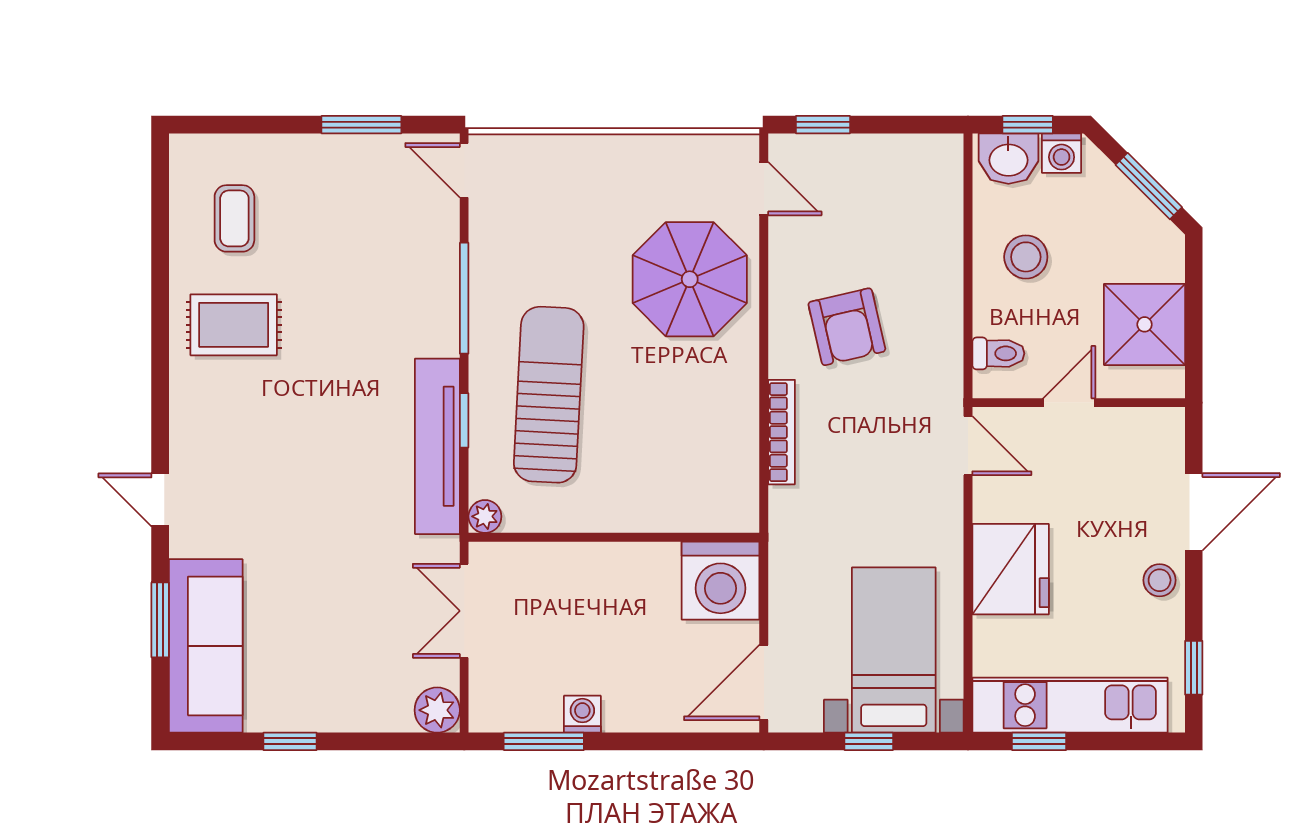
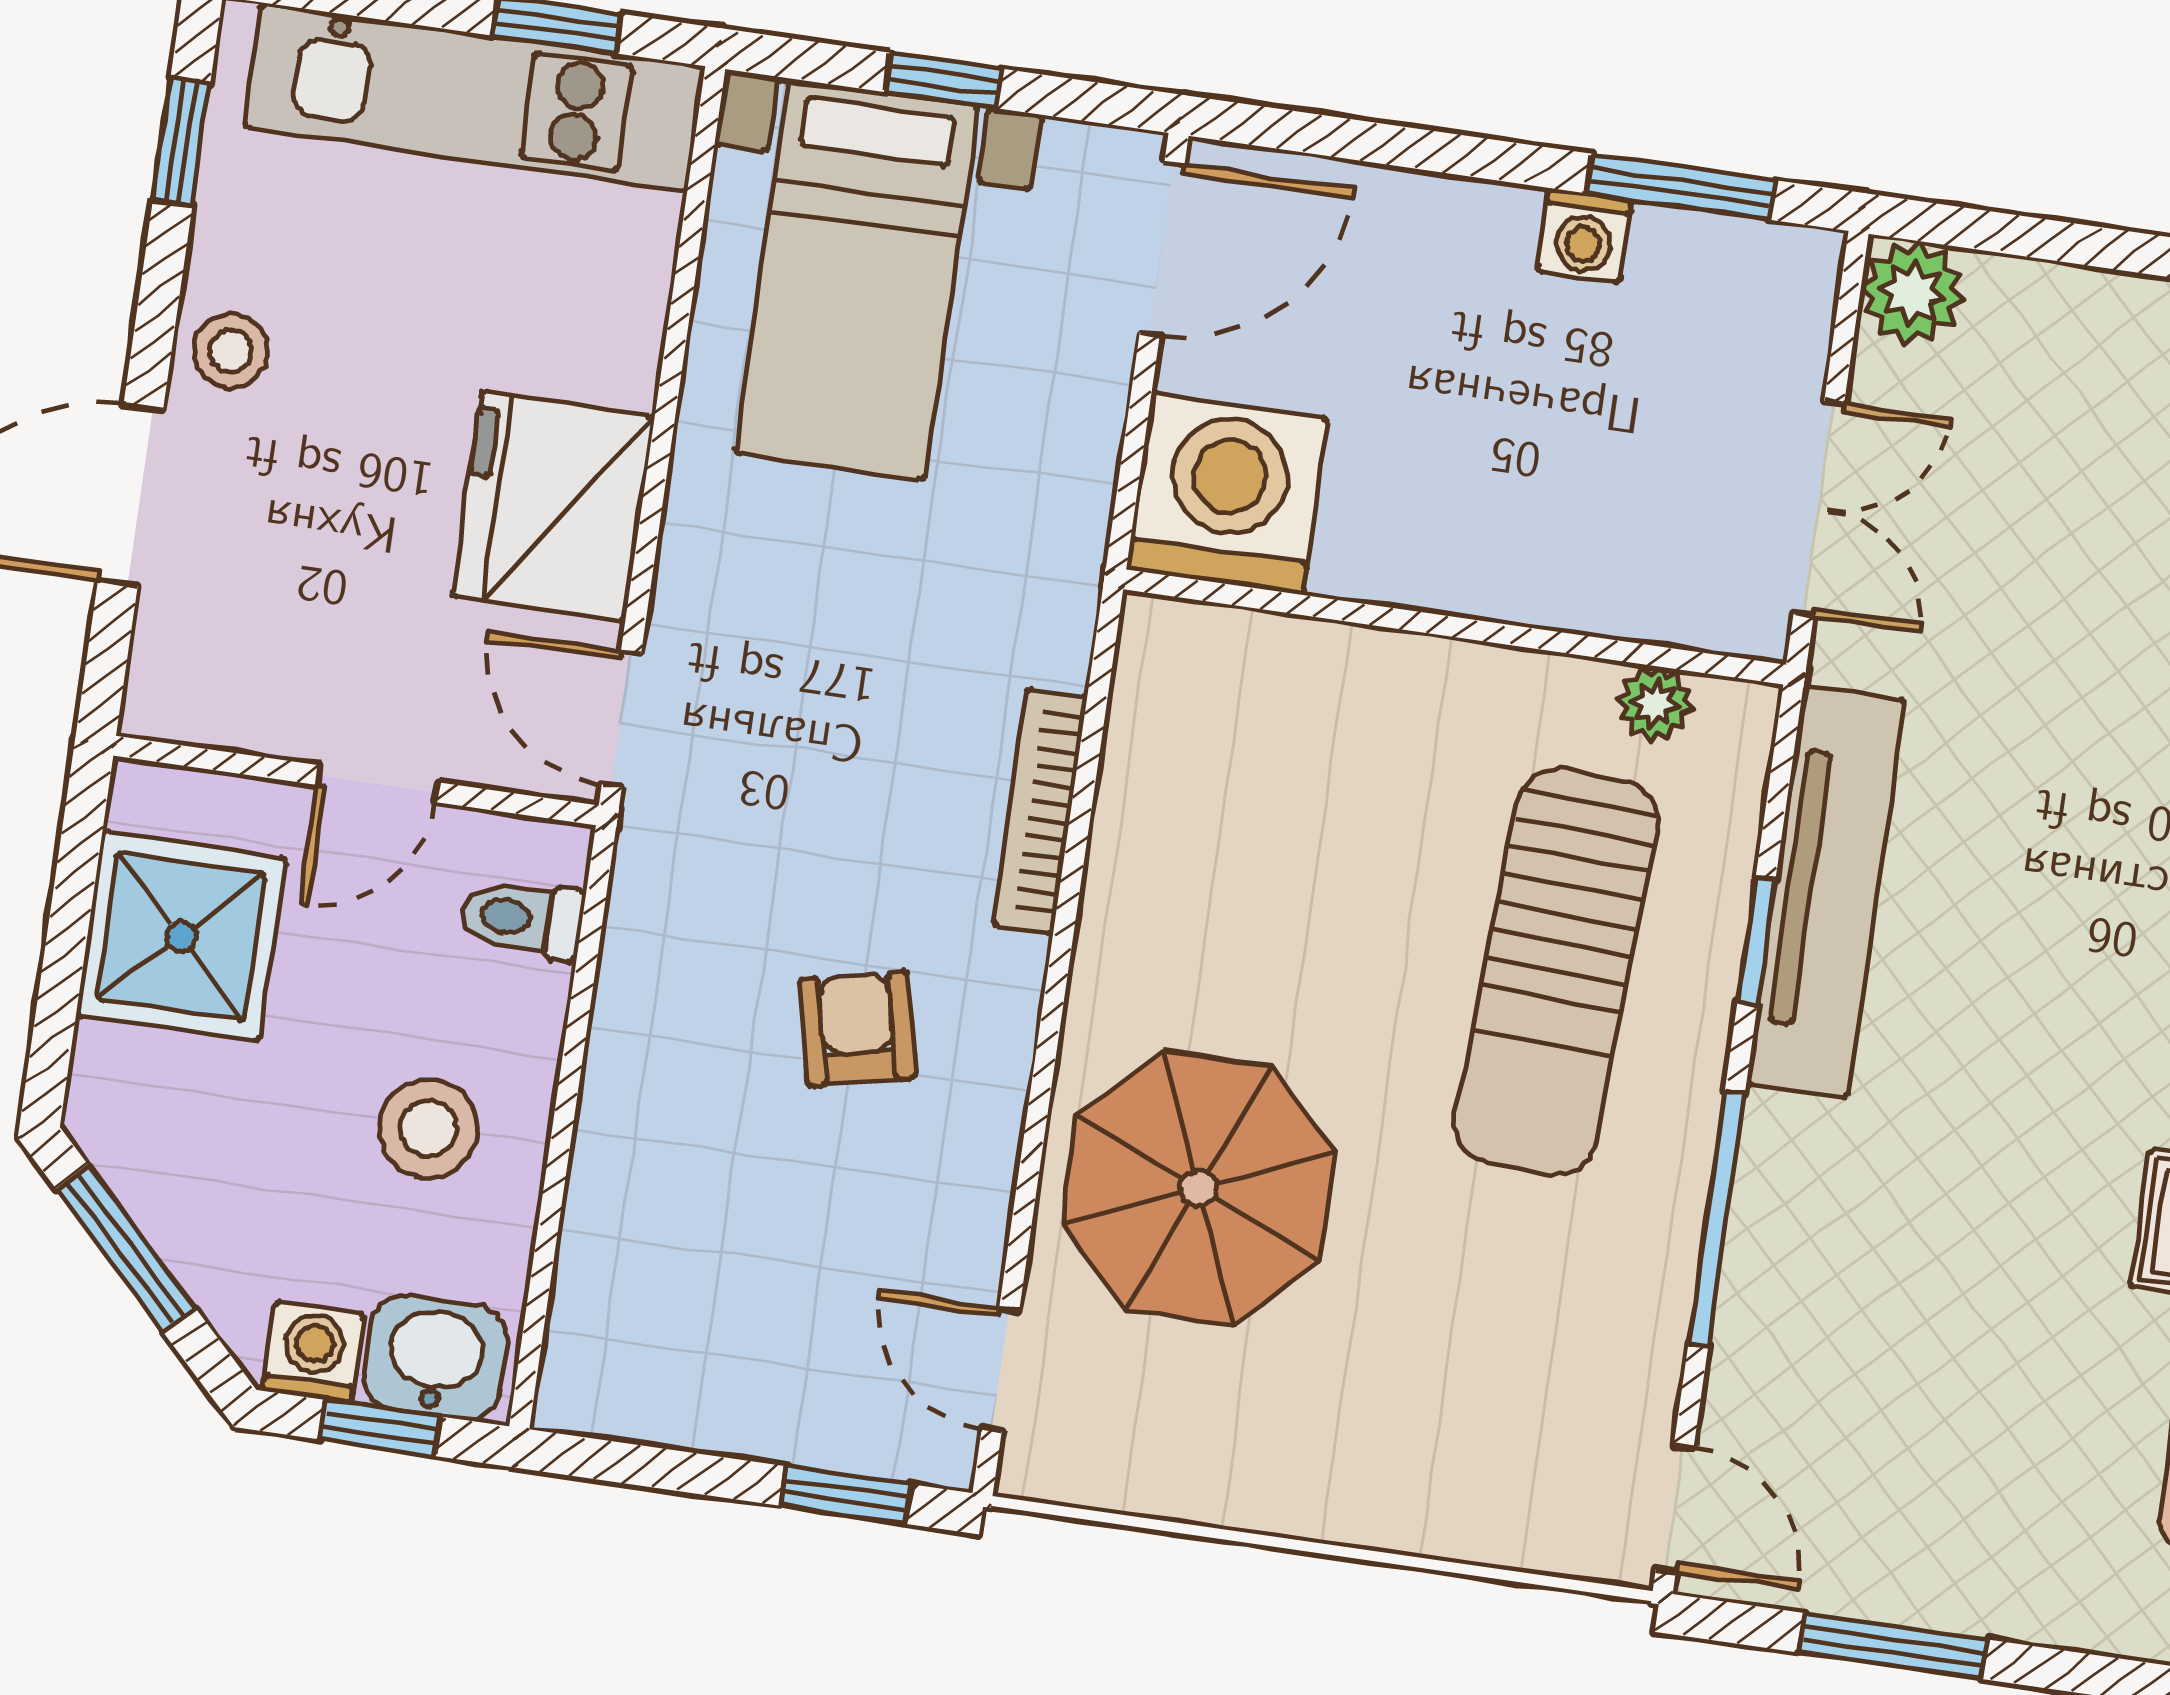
armchair: (847, 327) -> (857, 1029), width x0.72, depth x0.72
plant: (485, 516) -> (1655, 704), moved
fridge: (1011, 569) -> (553, 506), moved

